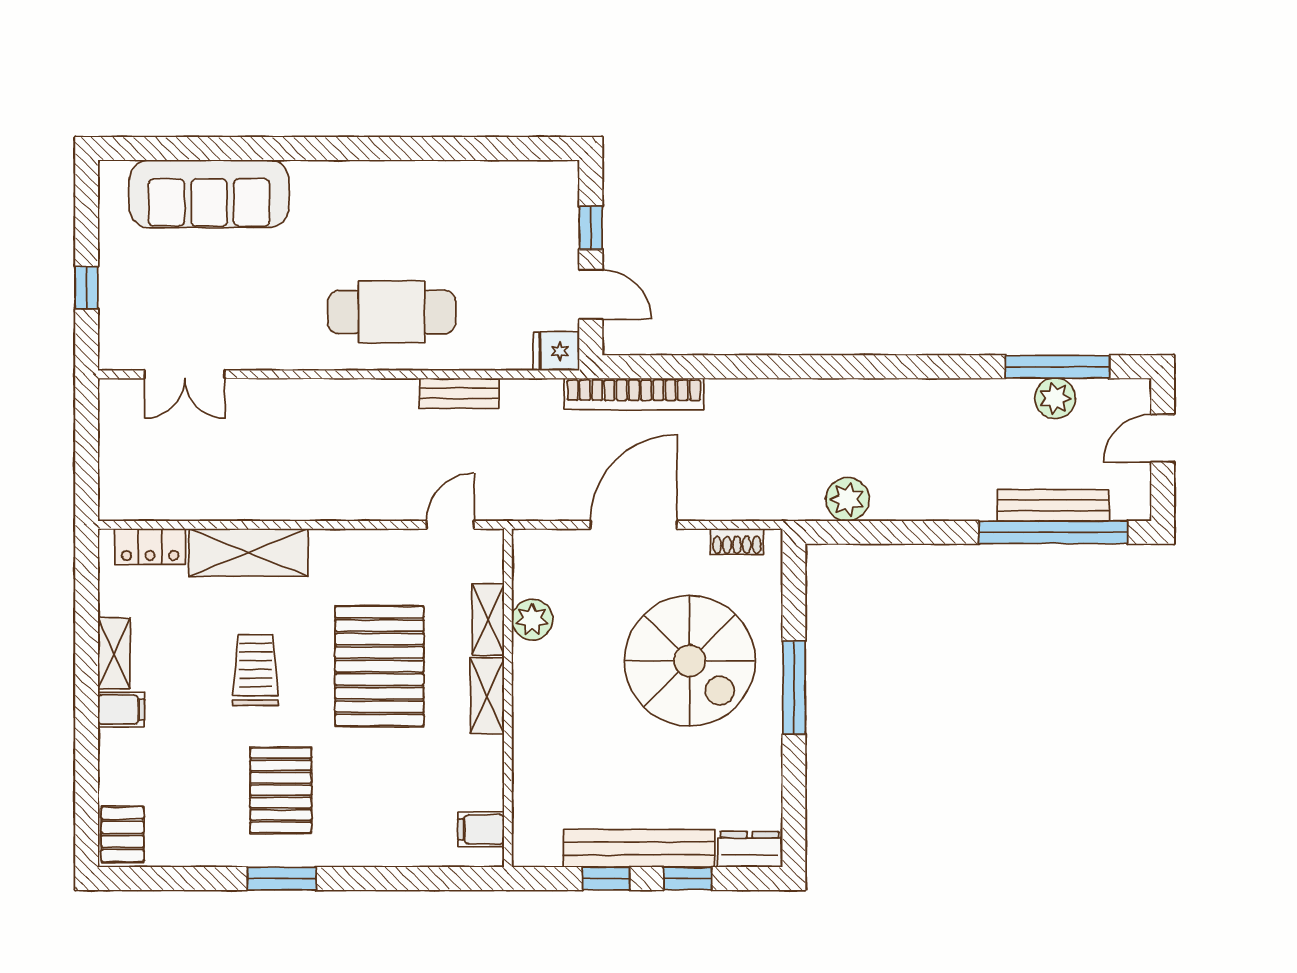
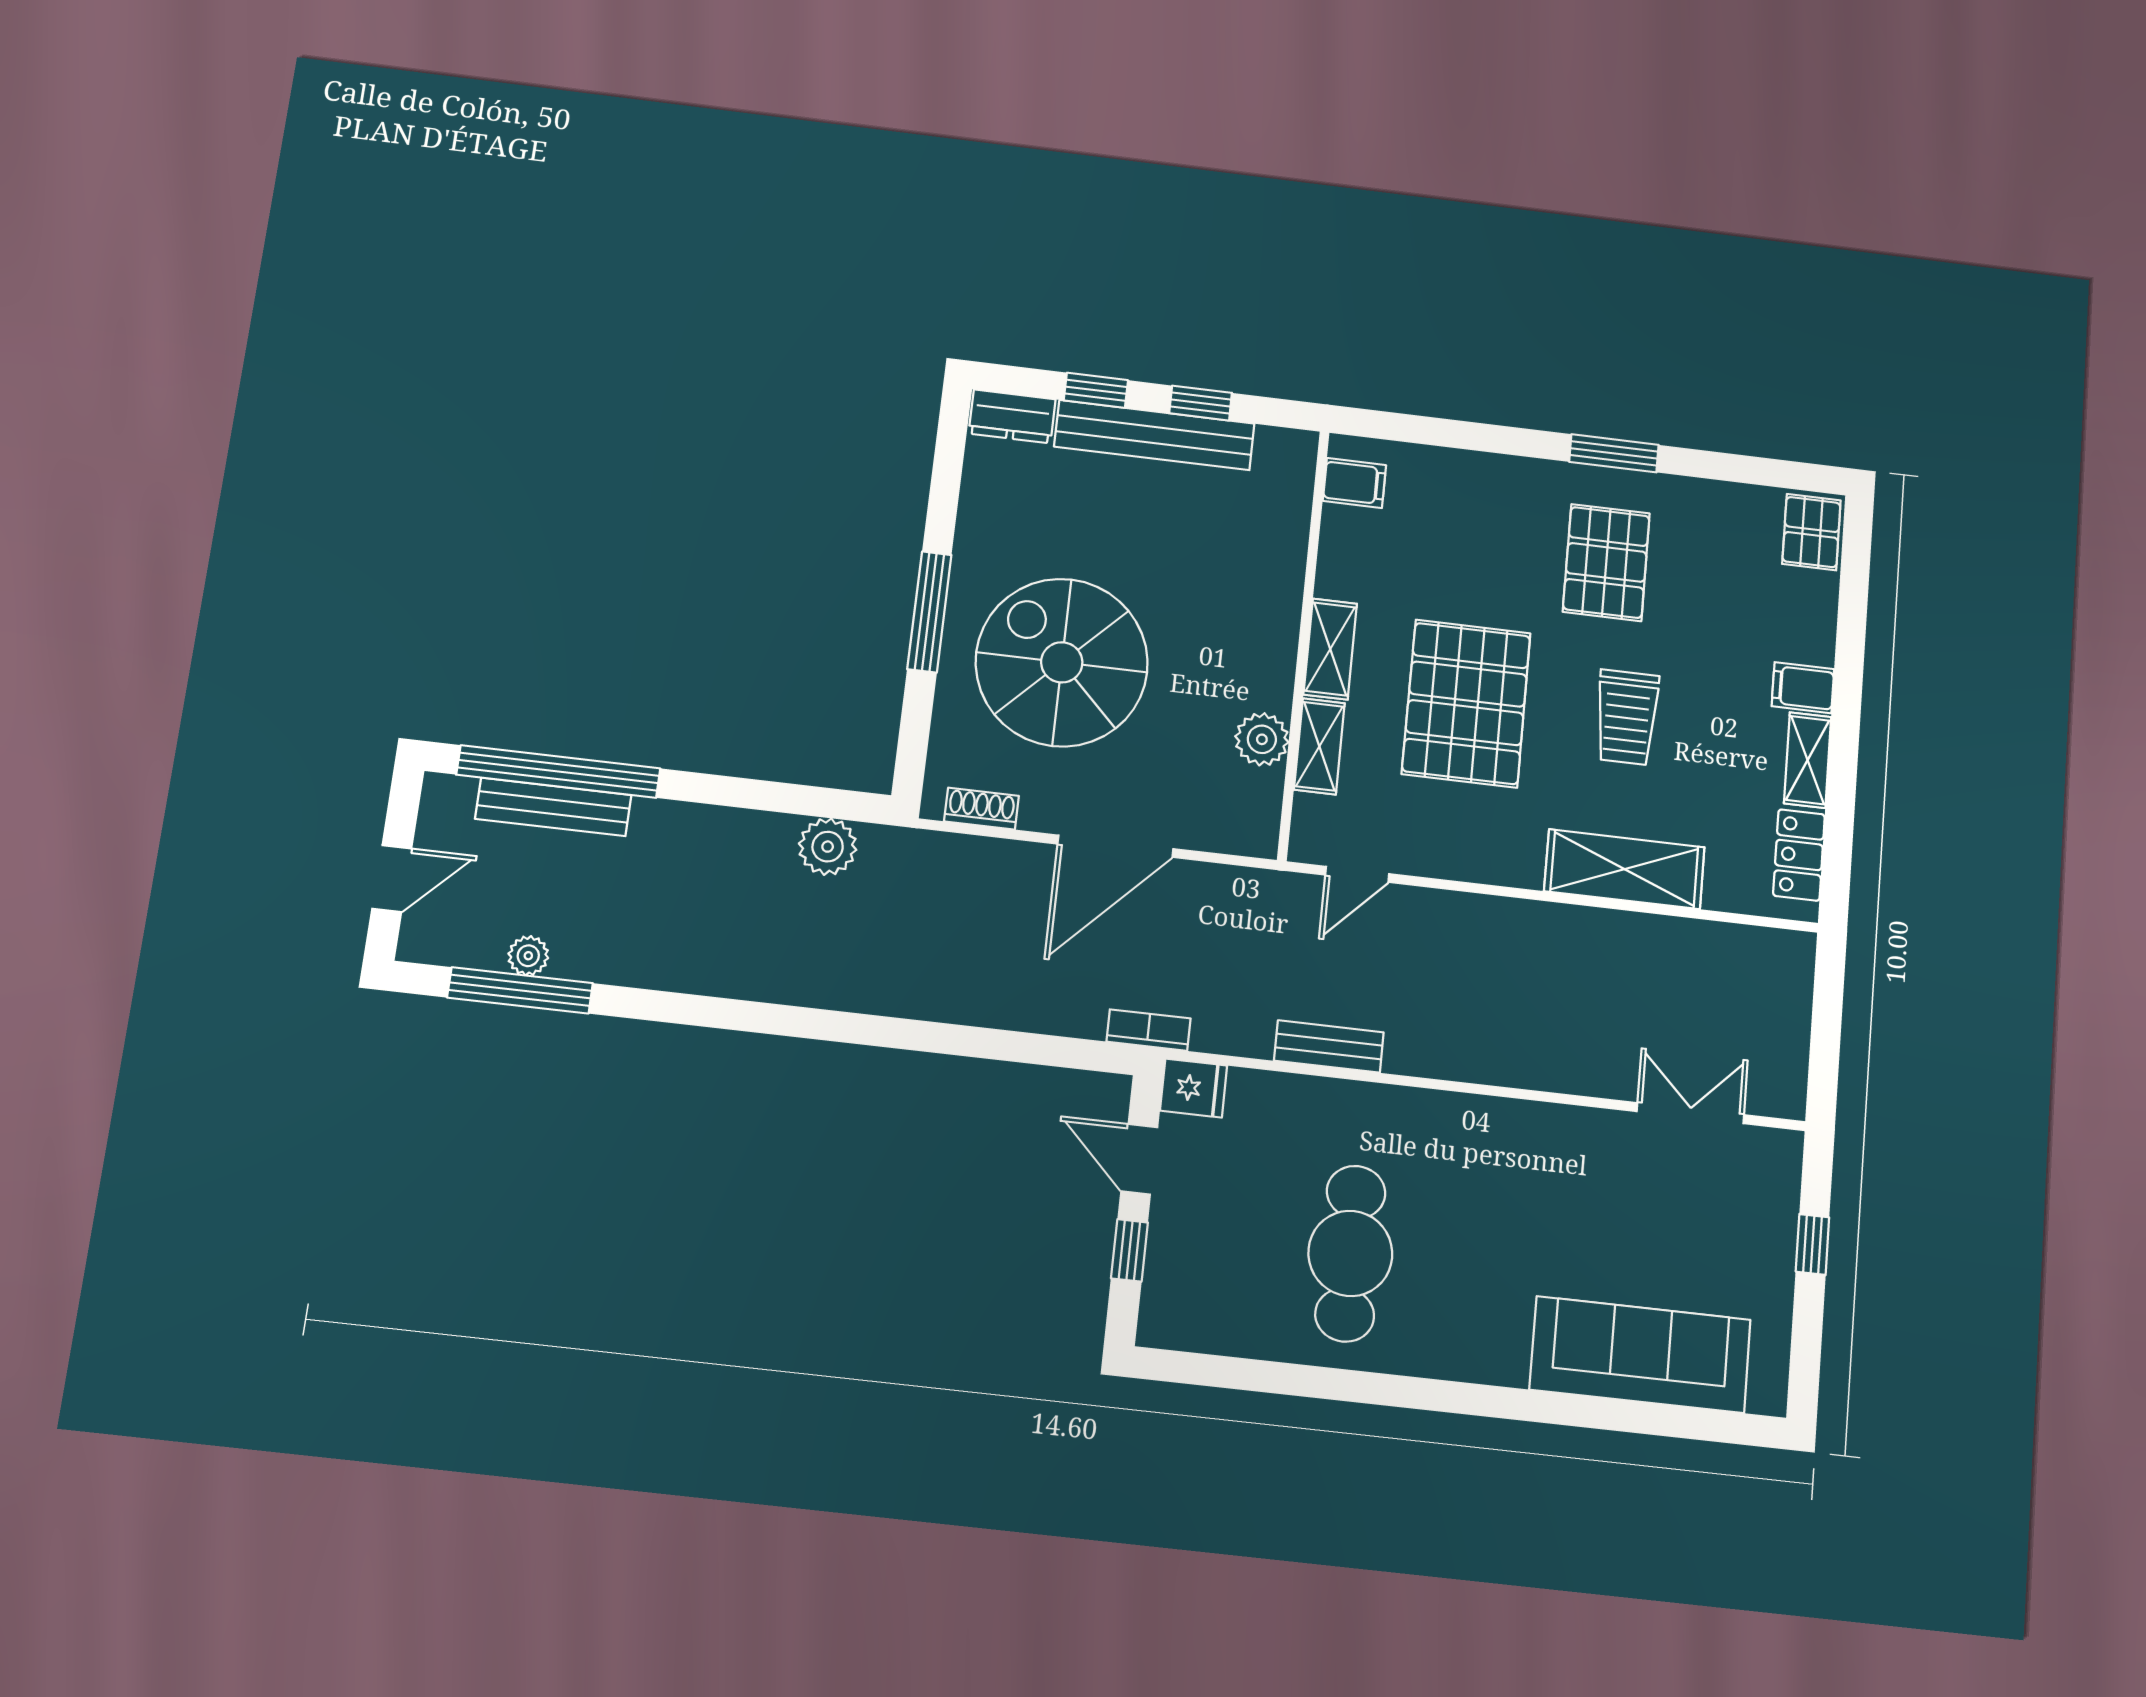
cafe table: (392, 312) -> (1350, 1253), moved, turned 90
bookcase: (634, 394) -> (1149, 1030), width x0.43, depth x0.76
plant: (1055, 398) -> (528, 956), width x0.73, depth x0.73
locker: (150, 547) -> (1799, 855), moved, turned -90

